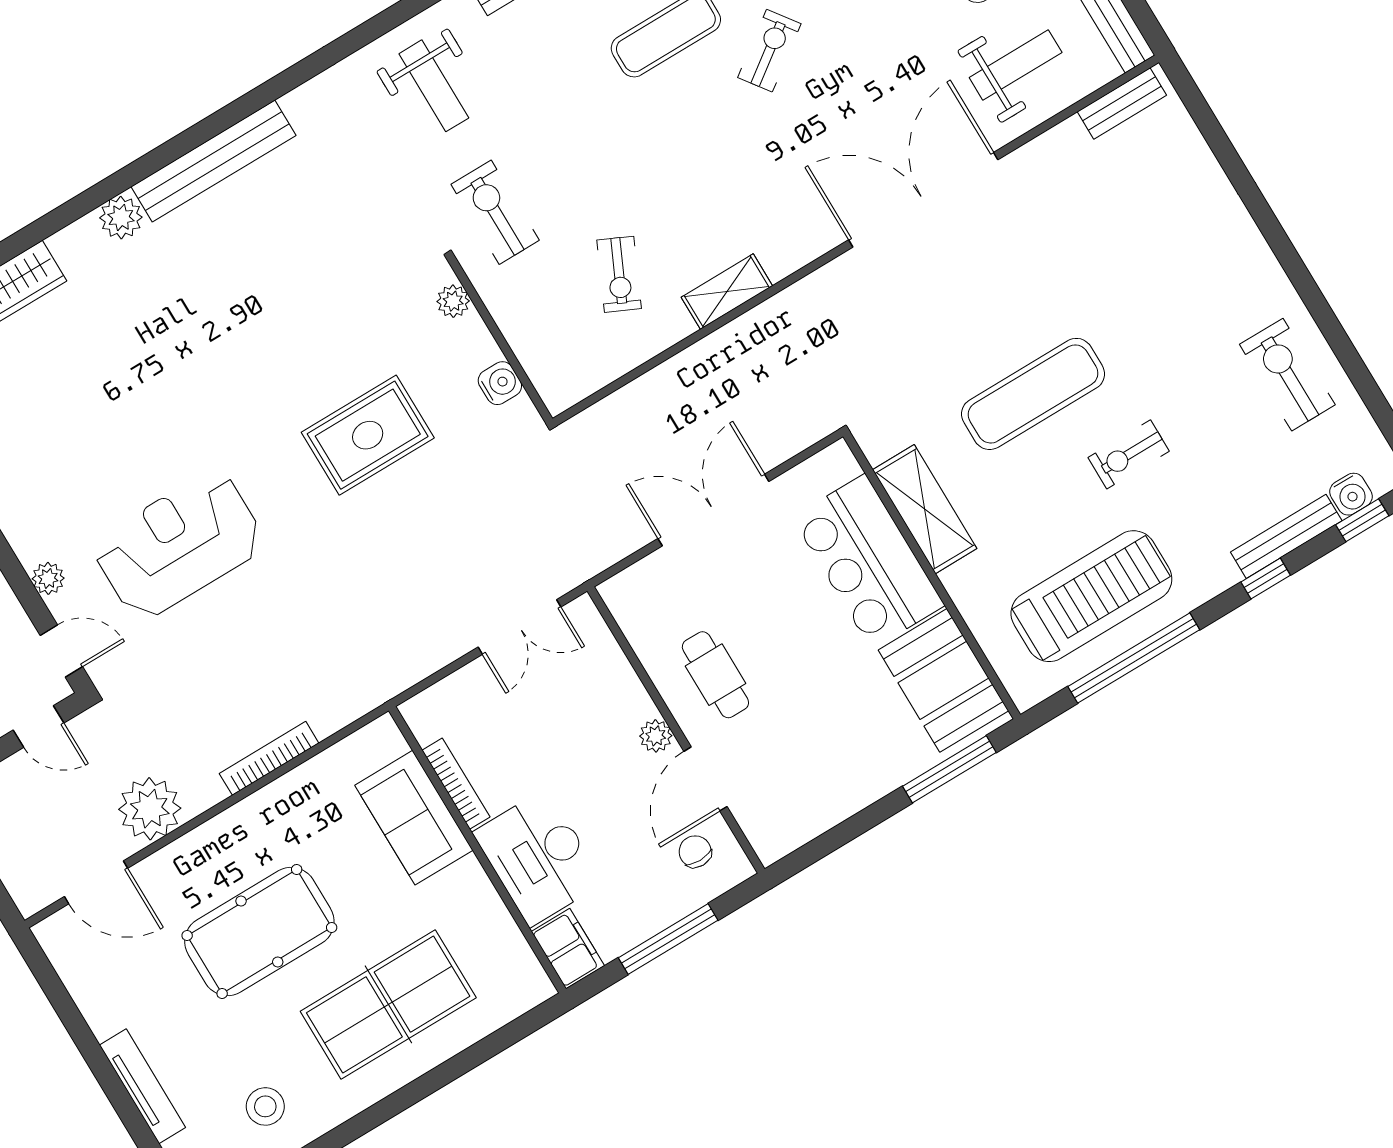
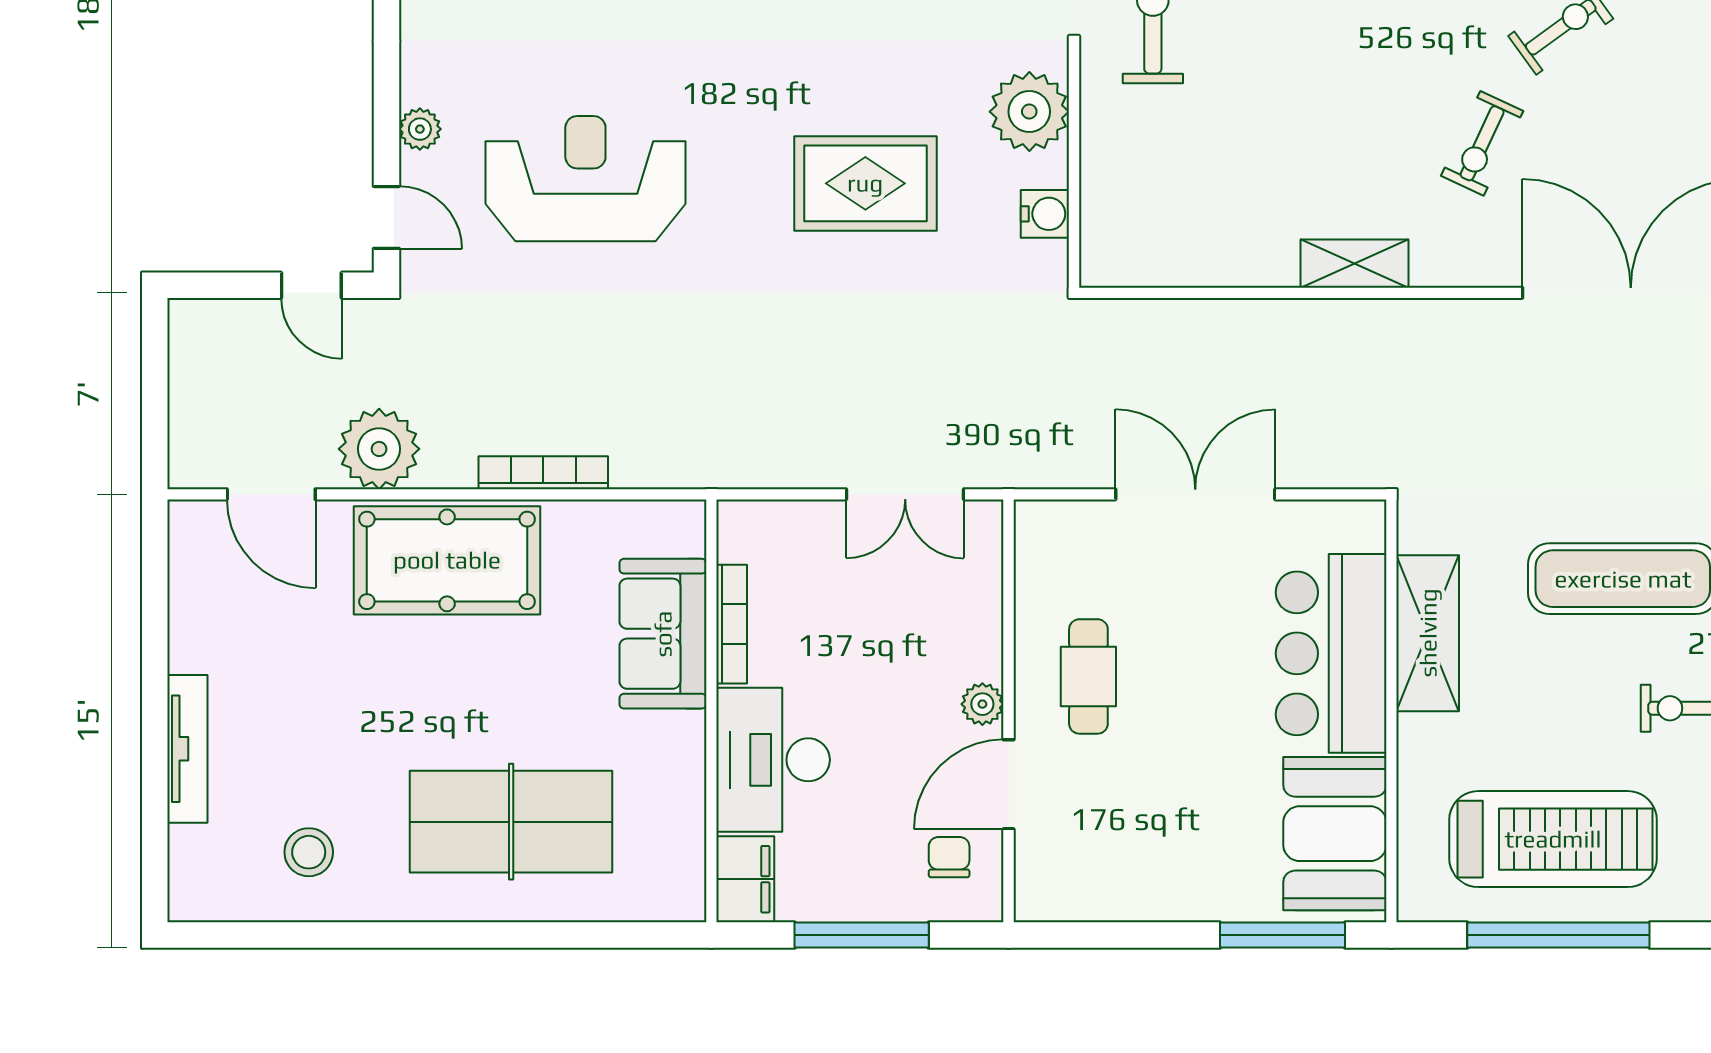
exercise bike: (619, 274) -> (1482, 143), moved
plant: (453, 301) -> (1029, 112), width x1.87, depth x1.87
pool table: (259, 932) -> (447, 560), moved

